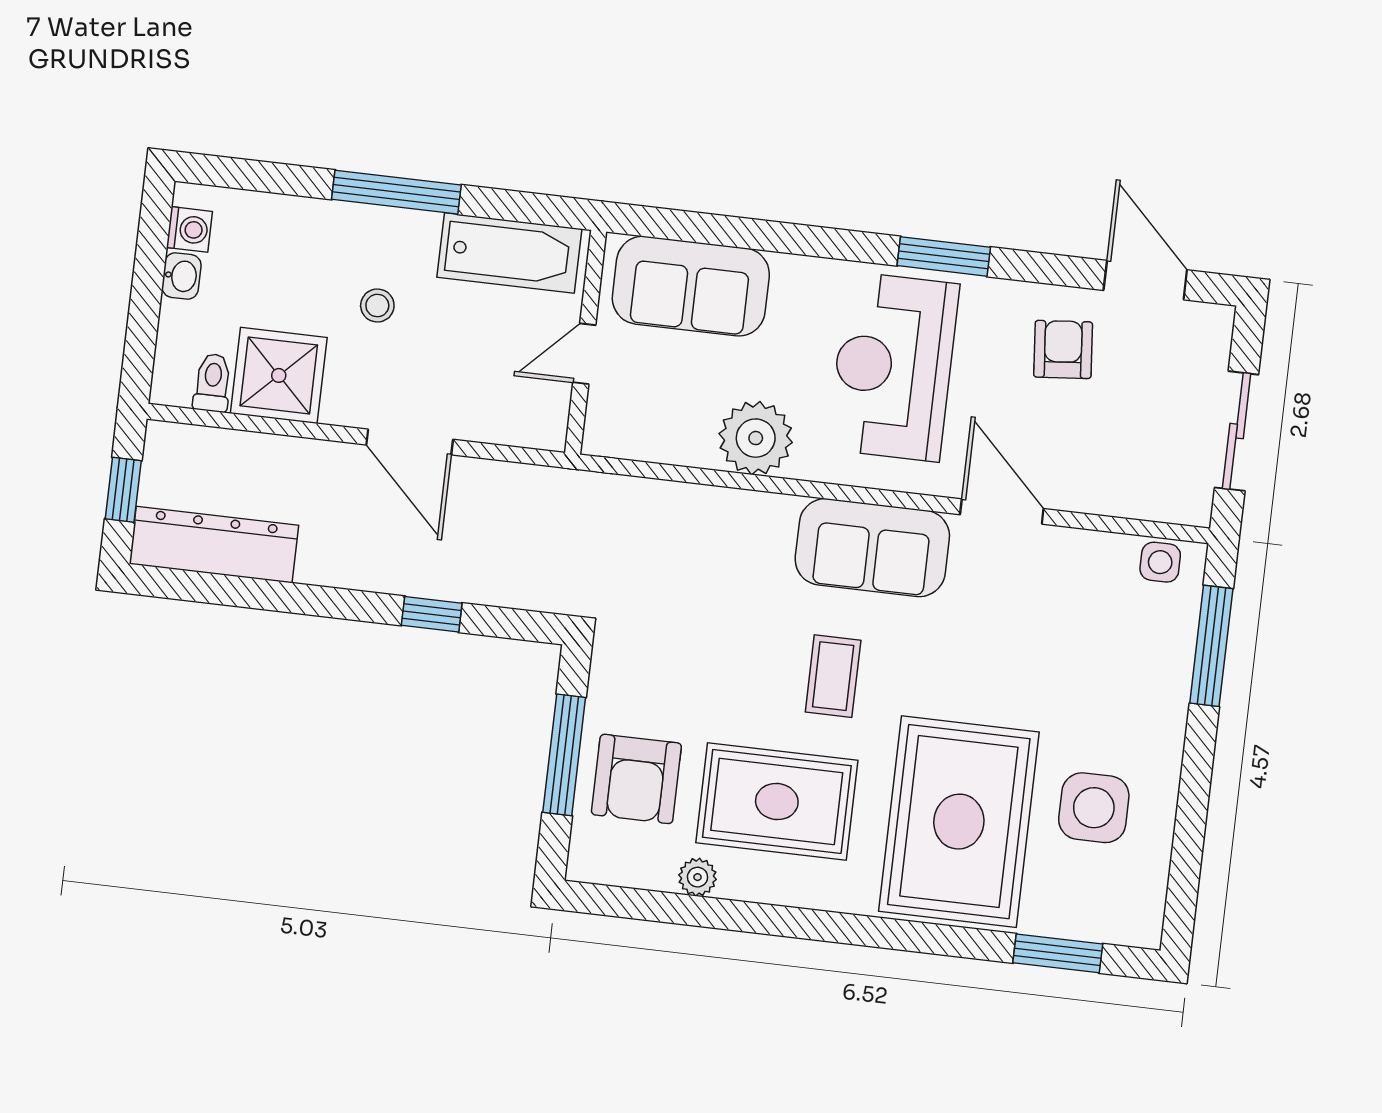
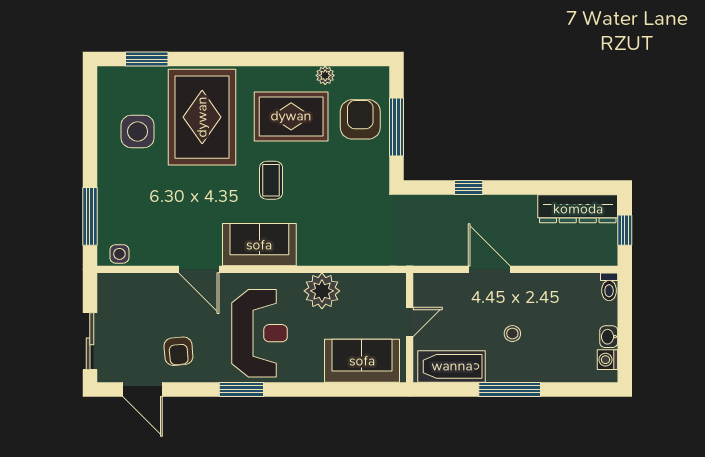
shower: (279, 375) -> (556, 294), removed
toilet: (212, 383) -> (609, 287), moved
sliding door: (1237, 431) -> (90, 341), moved

